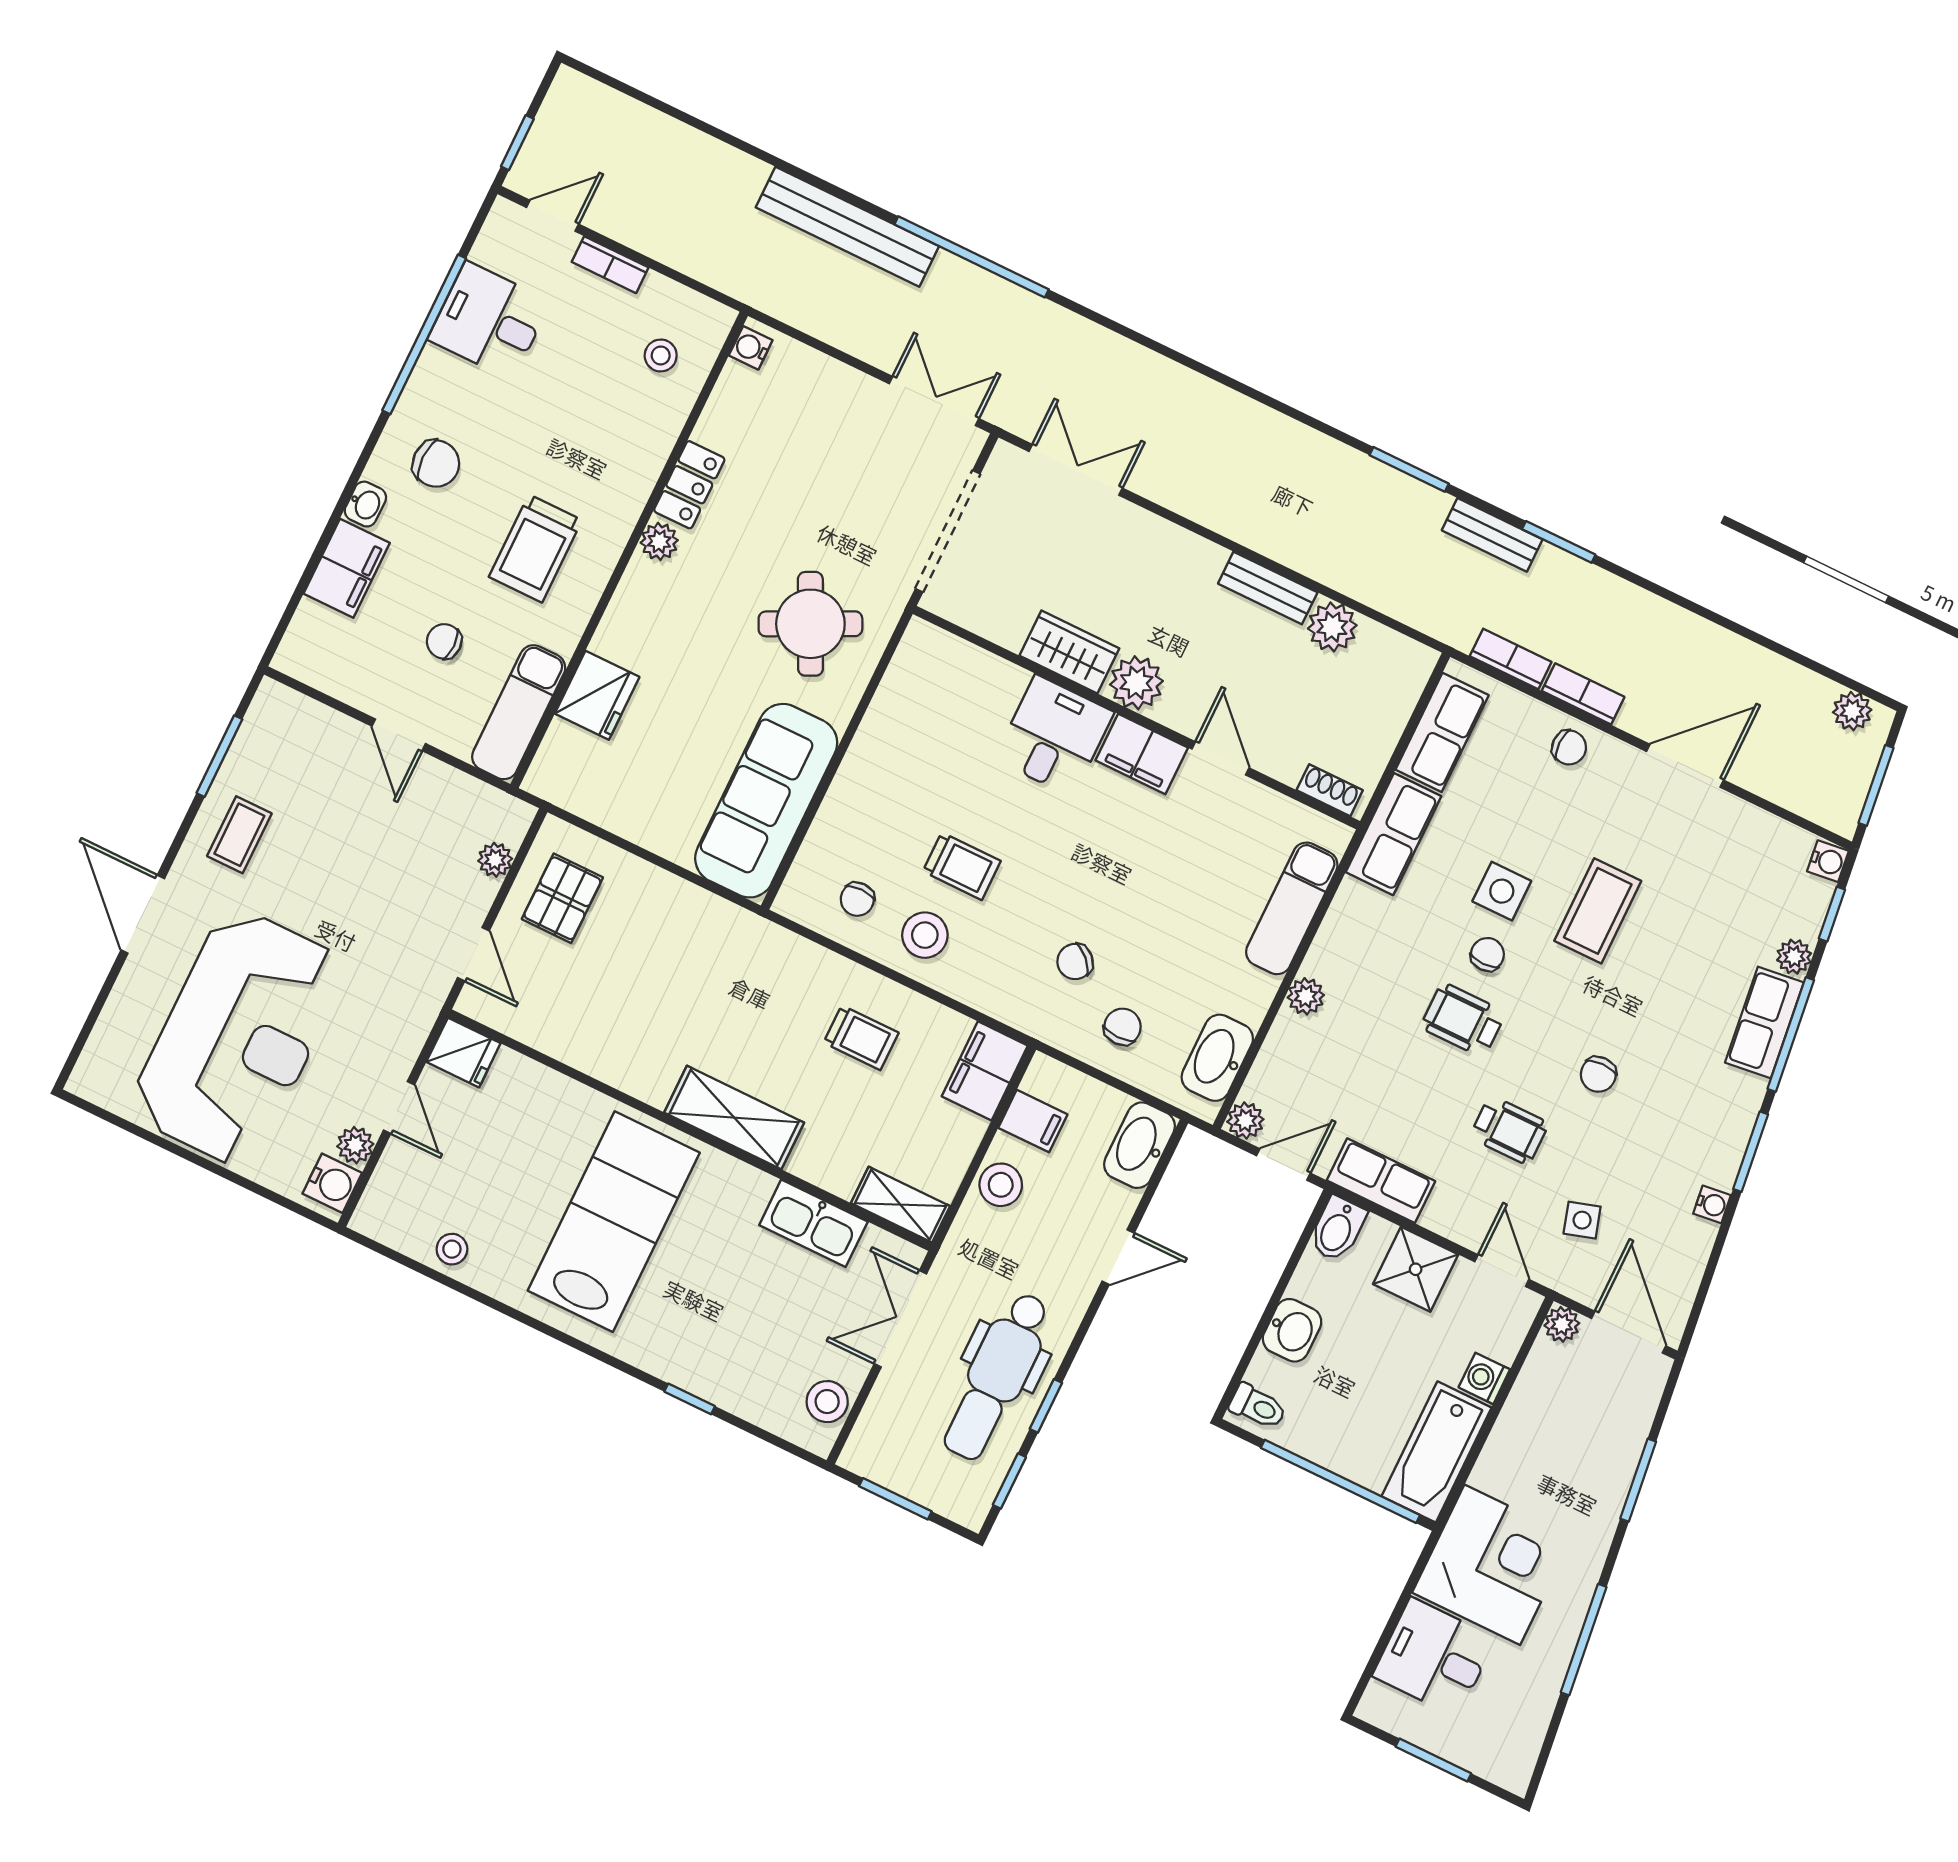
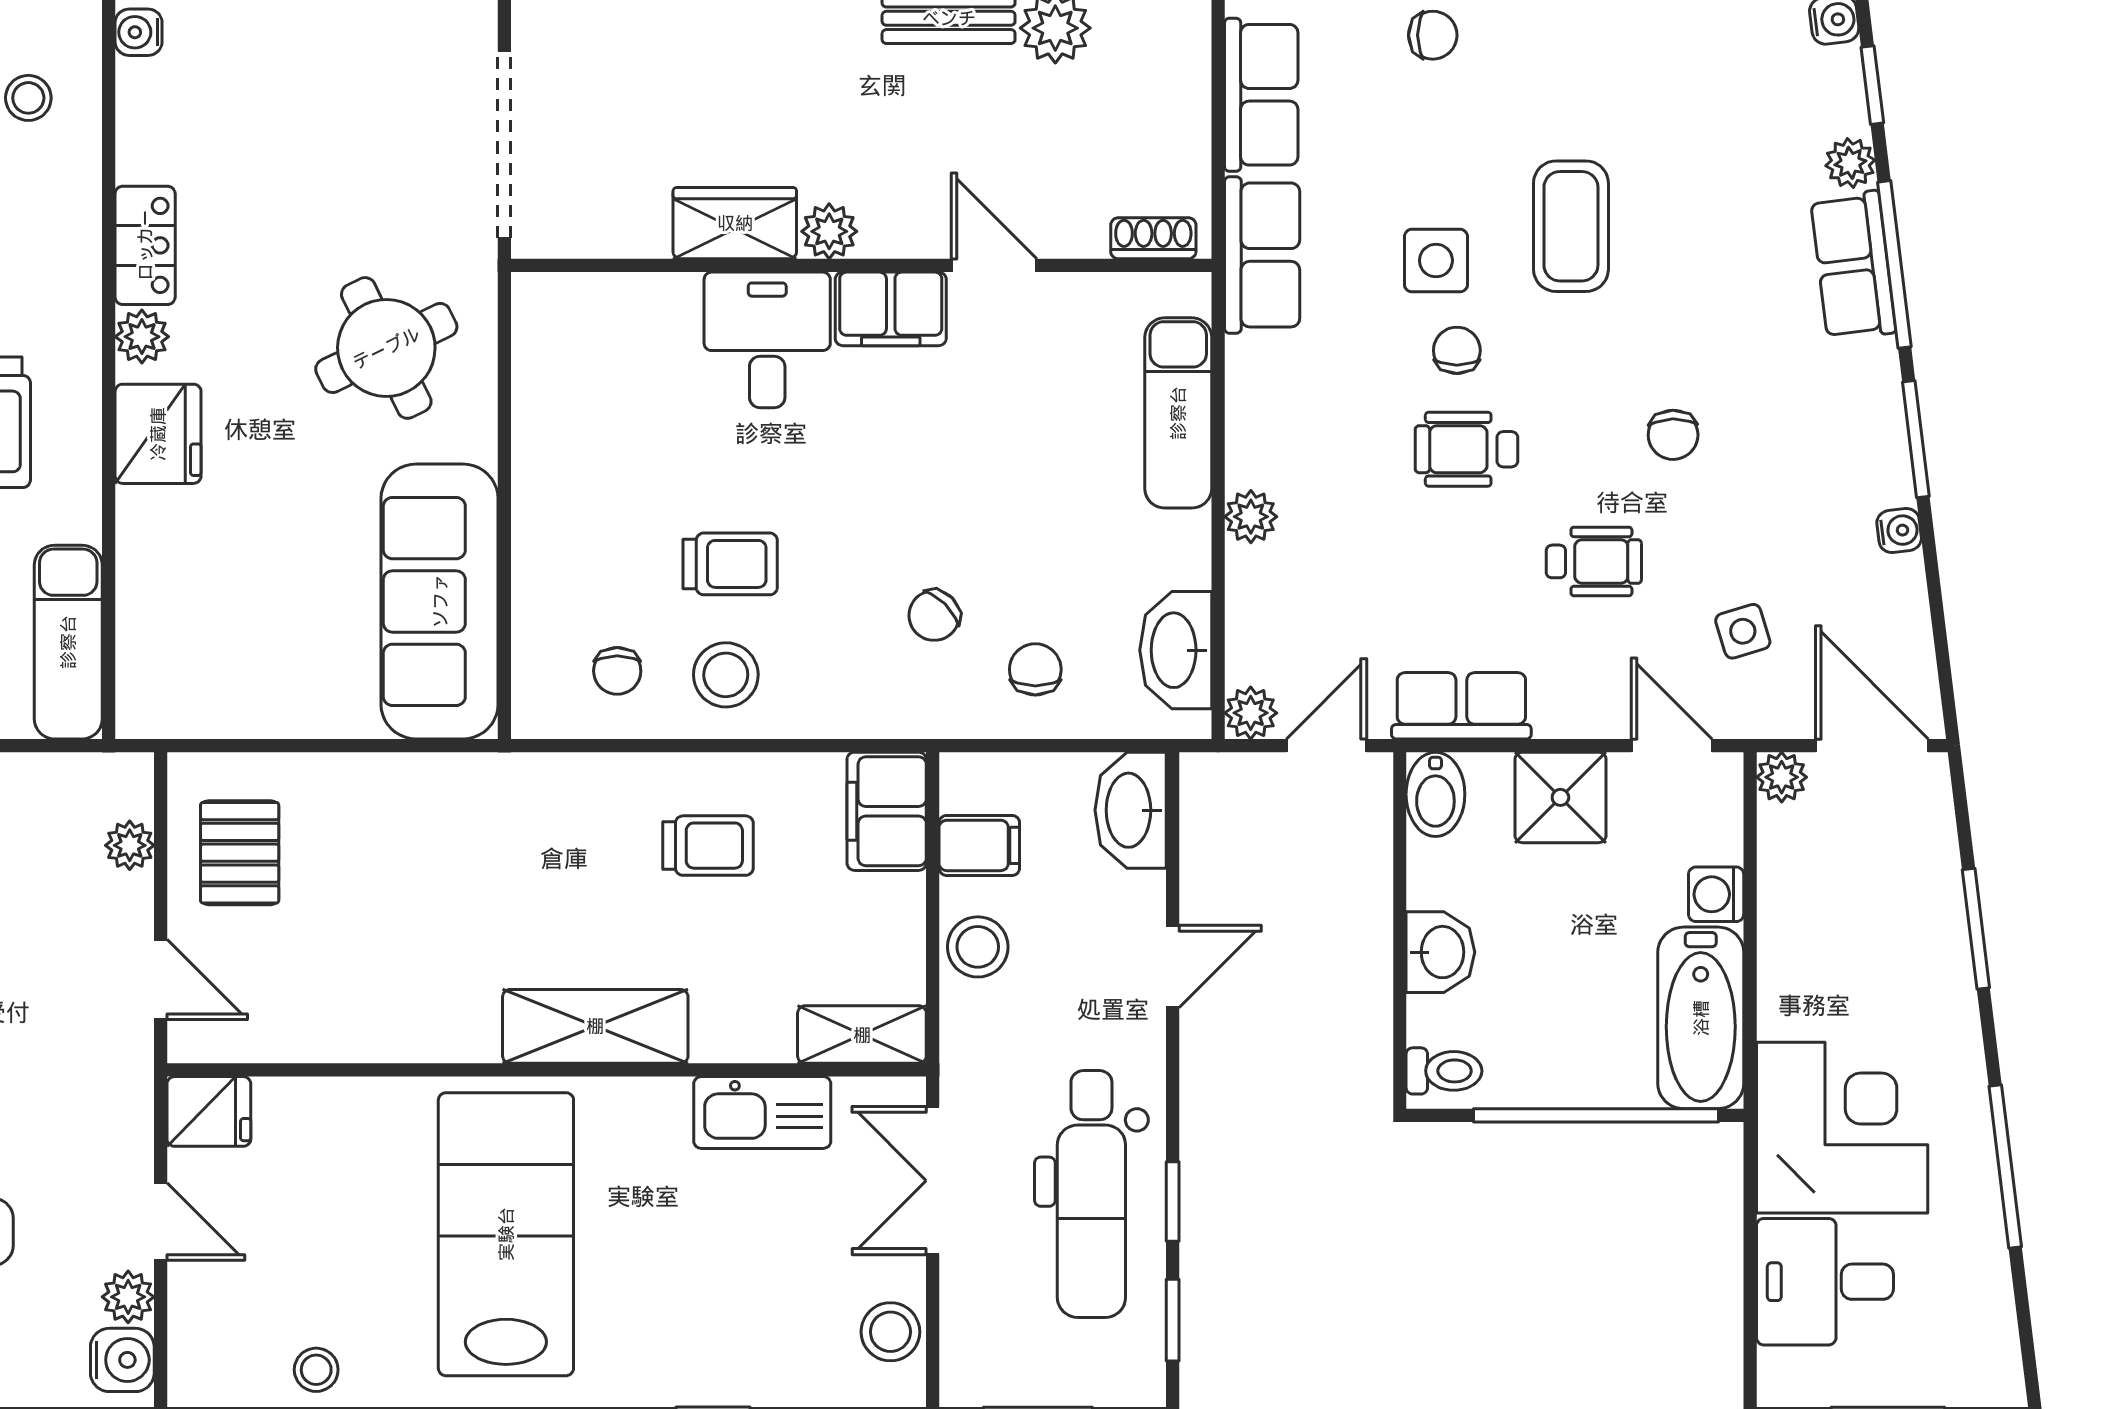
plant: (1136, 683) -> (829, 231), width x0.73, depth x0.73
fridge: (597, 695) -> (158, 434), moved

